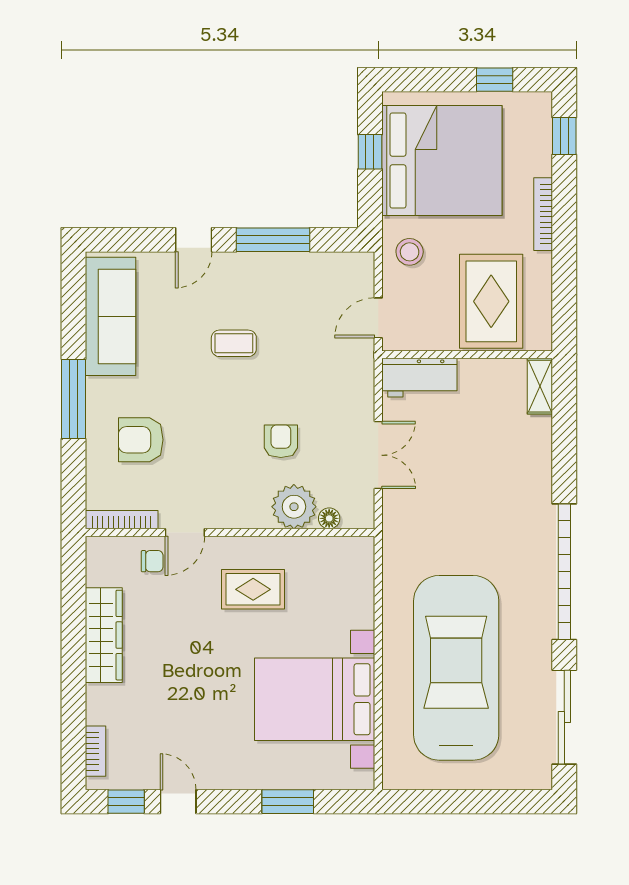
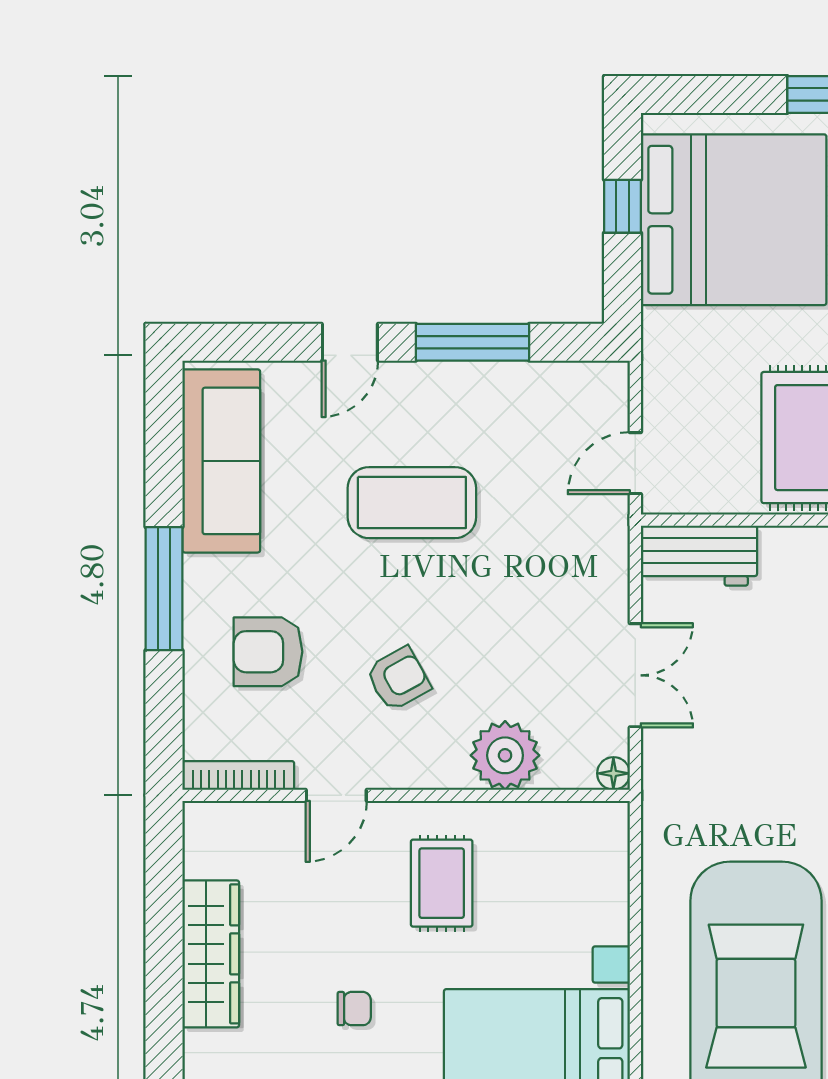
stool: (410, 252) -> (684, 361), removed
coffee table: (234, 343) -> (412, 503), width x1.86, depth x1.72
armchair: (281, 441) -> (398, 679), moved, turned 61
floor lamp: (329, 518) -> (613, 773), moved
chair: (152, 561) -> (354, 1009), moved
rug: (253, 589) -> (442, 883), turned 90

